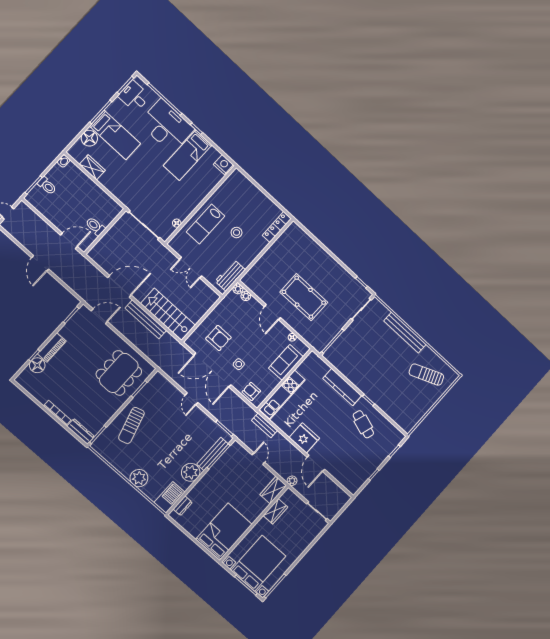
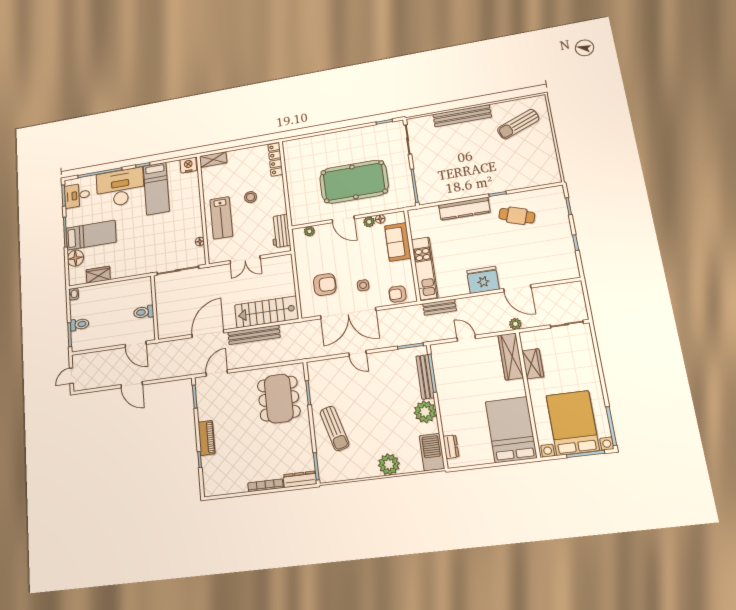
shelving: (242, 180) -> (213, 159), added
door: (69, 241) -> (136, 344), swing flipped
plant: (238, 289) -> (369, 222), moved
pool table: (304, 297) -> (354, 182), width x1.36, depth x1.32
floor lamp: (37, 365) -> (210, 465), removed
wardrobe: (273, 490) -> (511, 356), width x1.50

